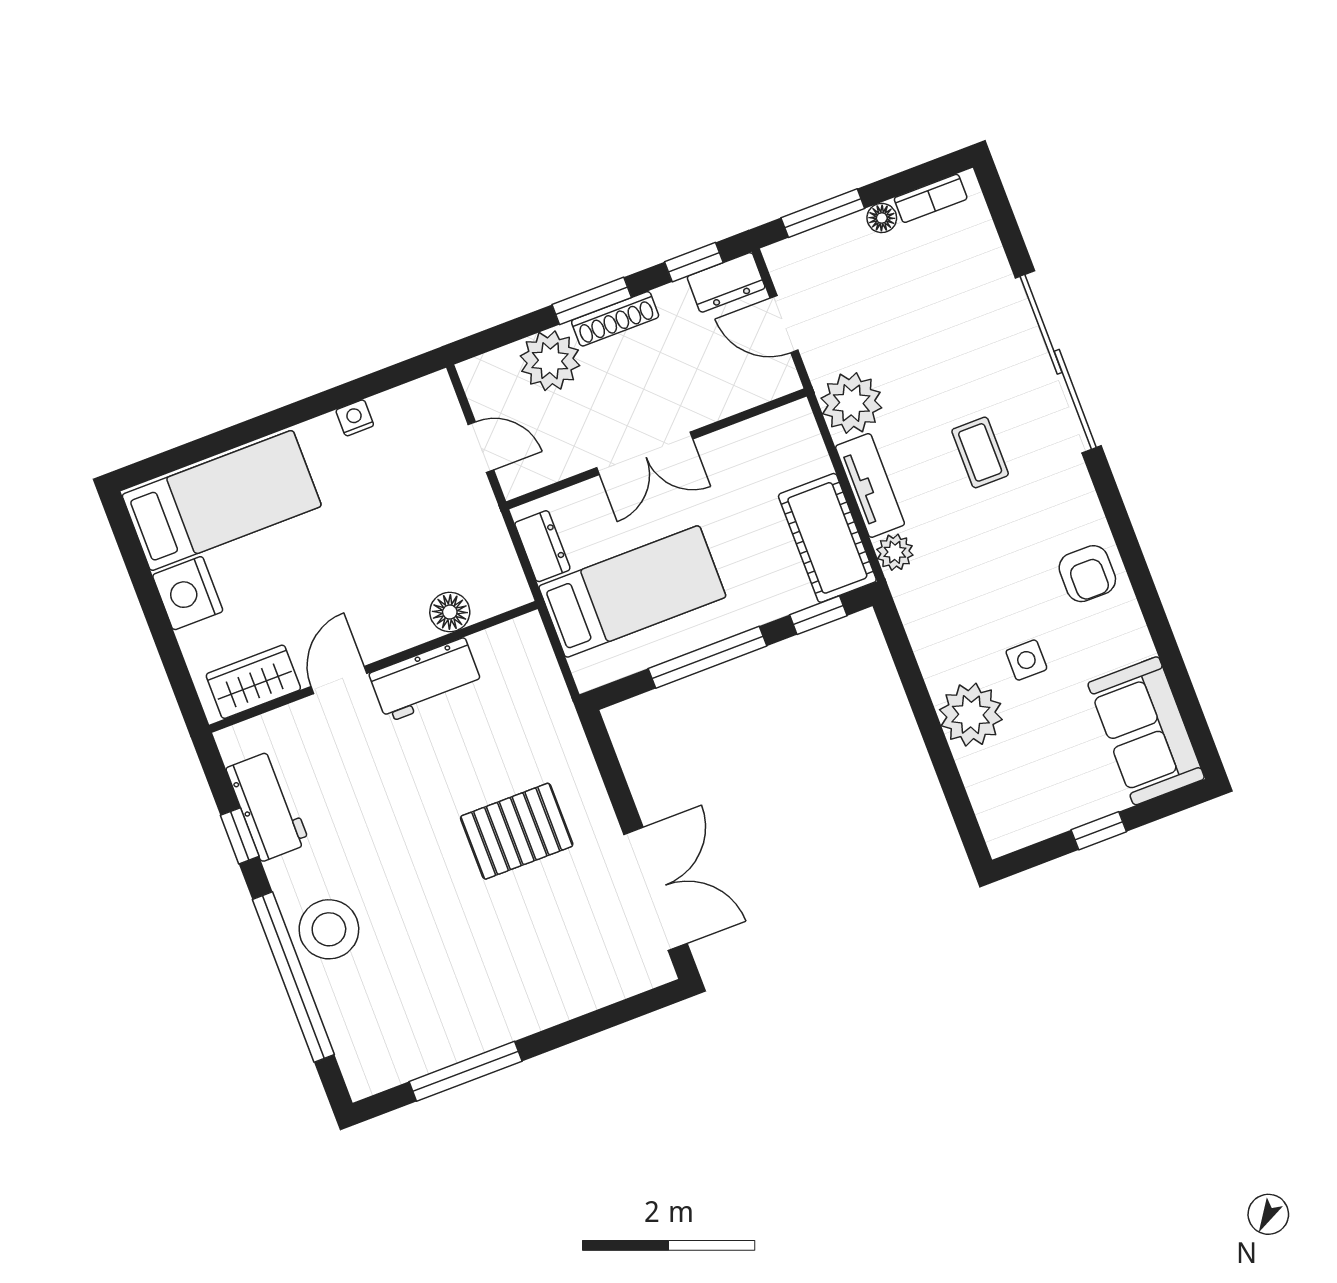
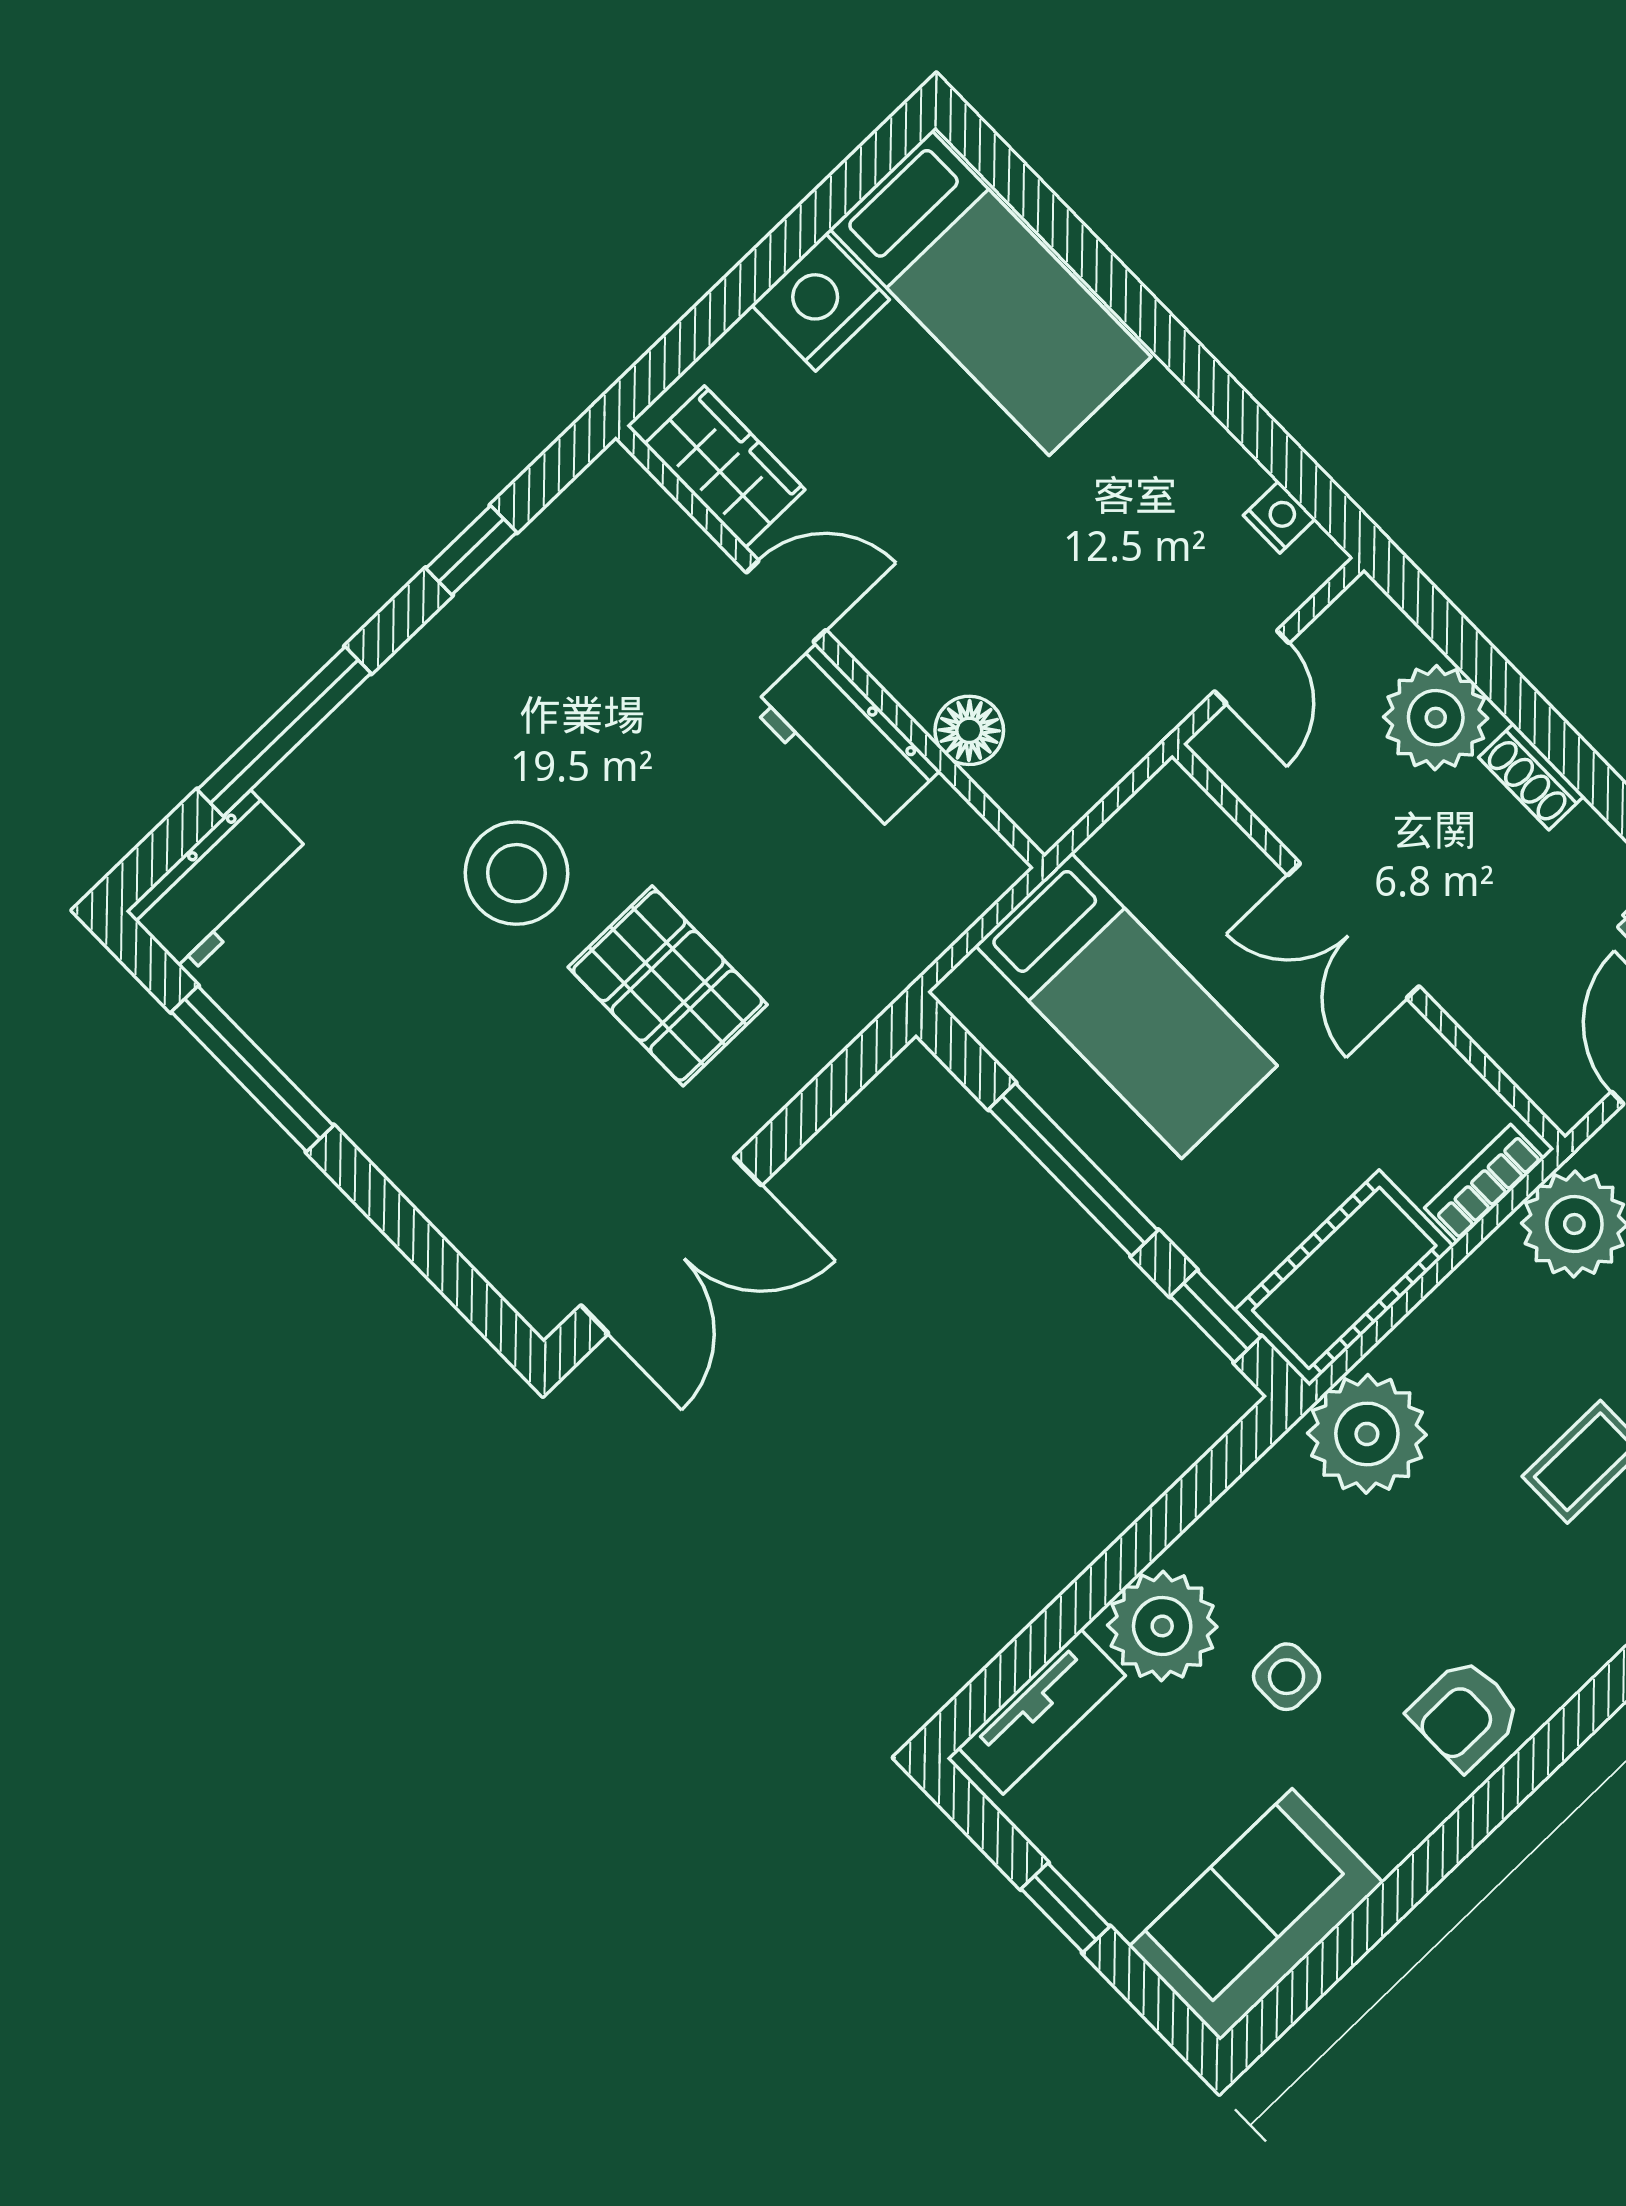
window: (592, 301) -> (1559, 743), removed
shoe rack: (615, 319) -> (1531, 777), width x0.70
nightstand: (355, 418) -> (1279, 517), moved
bookcase: (809, 442) -> (1484, 1183), added
tv unit: (870, 485) -> (1042, 1712), moved
dresser: (542, 546) -> (1137, 832), removed
plant: (895, 552) -> (1367, 1434), width x1.88, depth x1.88
workbench: (268, 806) -> (219, 883), moved
stool: (329, 929) -> (516, 873), moved
window: (293, 977) -> (284, 731), width x0.68

